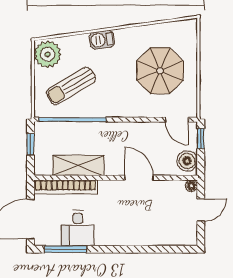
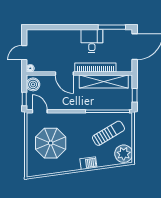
shelving: (78, 166) -> (104, 81), width x1.47
bookcase: (65, 187) -> (95, 68), moved
desk: (78, 228) -> (92, 41), moved

